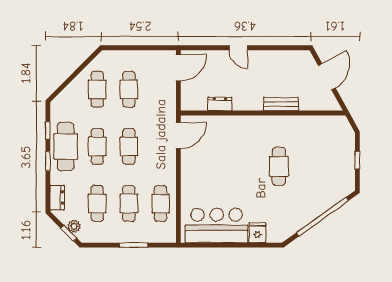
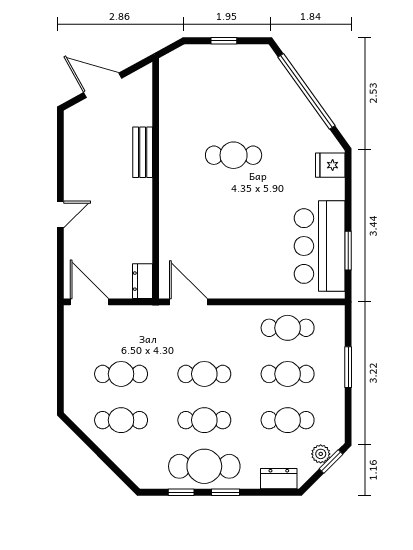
dresser: (220, 104) -> (142, 281), moved
fridge: (257, 233) -> (330, 165), moved
window: (213, 245) -> (348, 251), added

